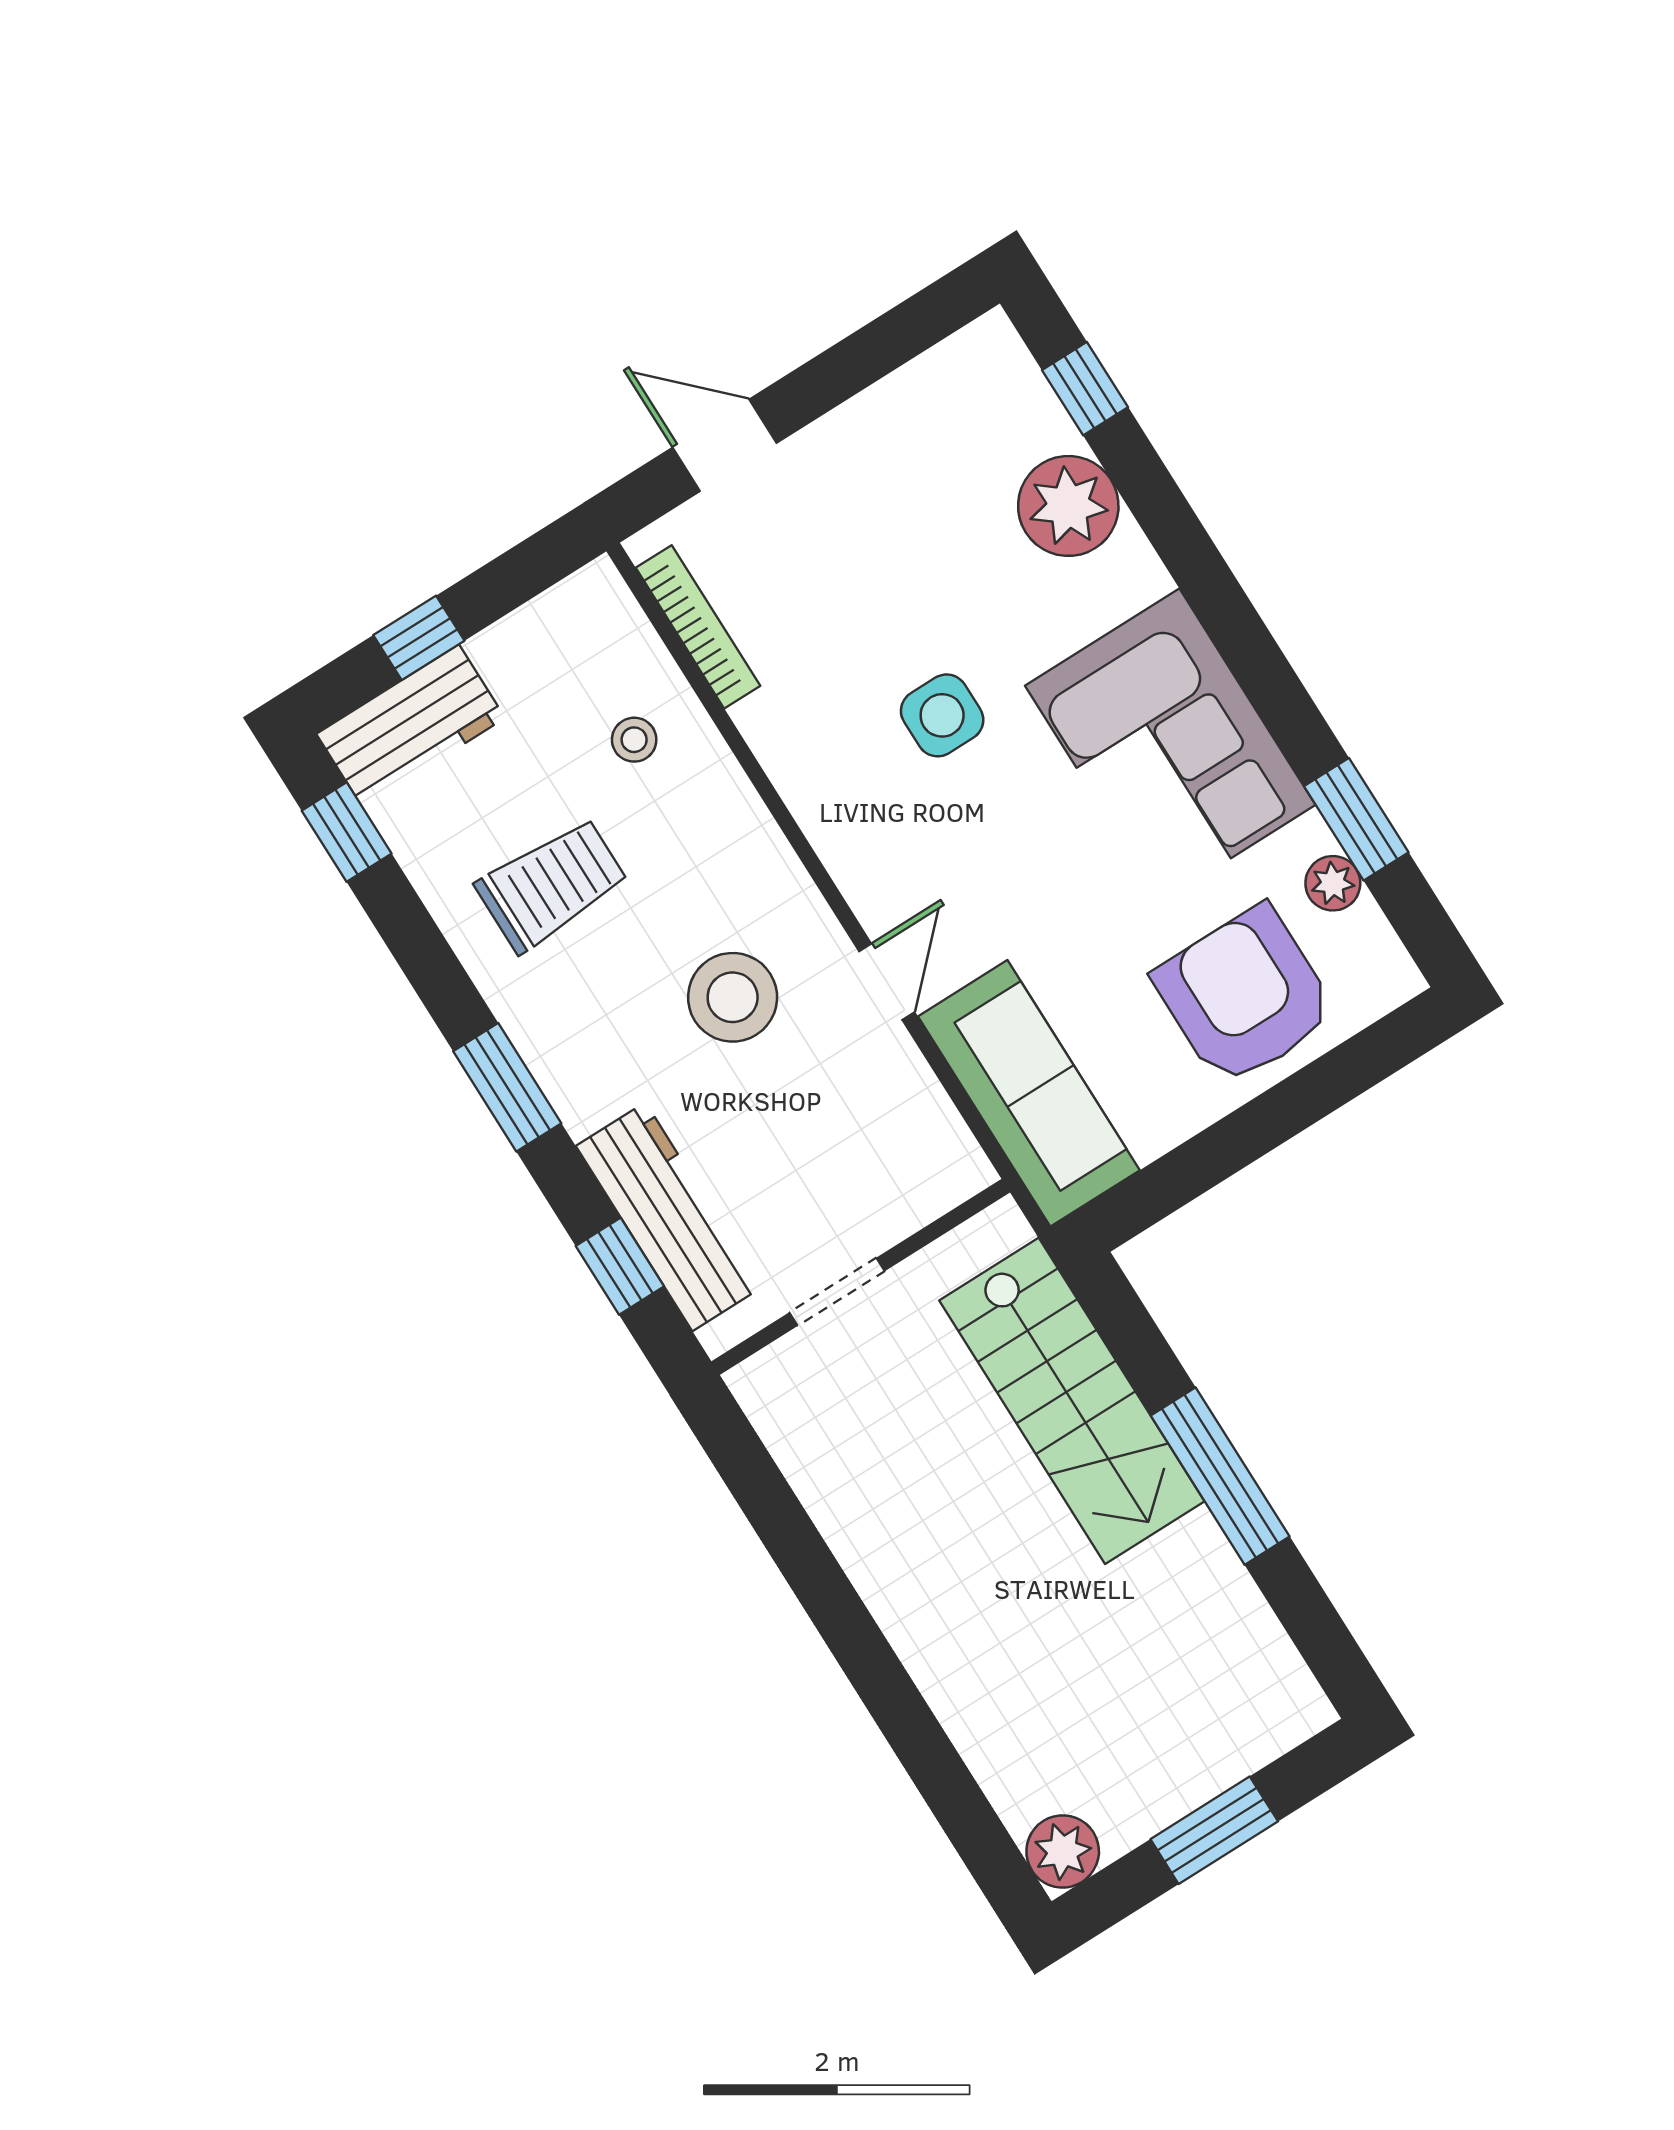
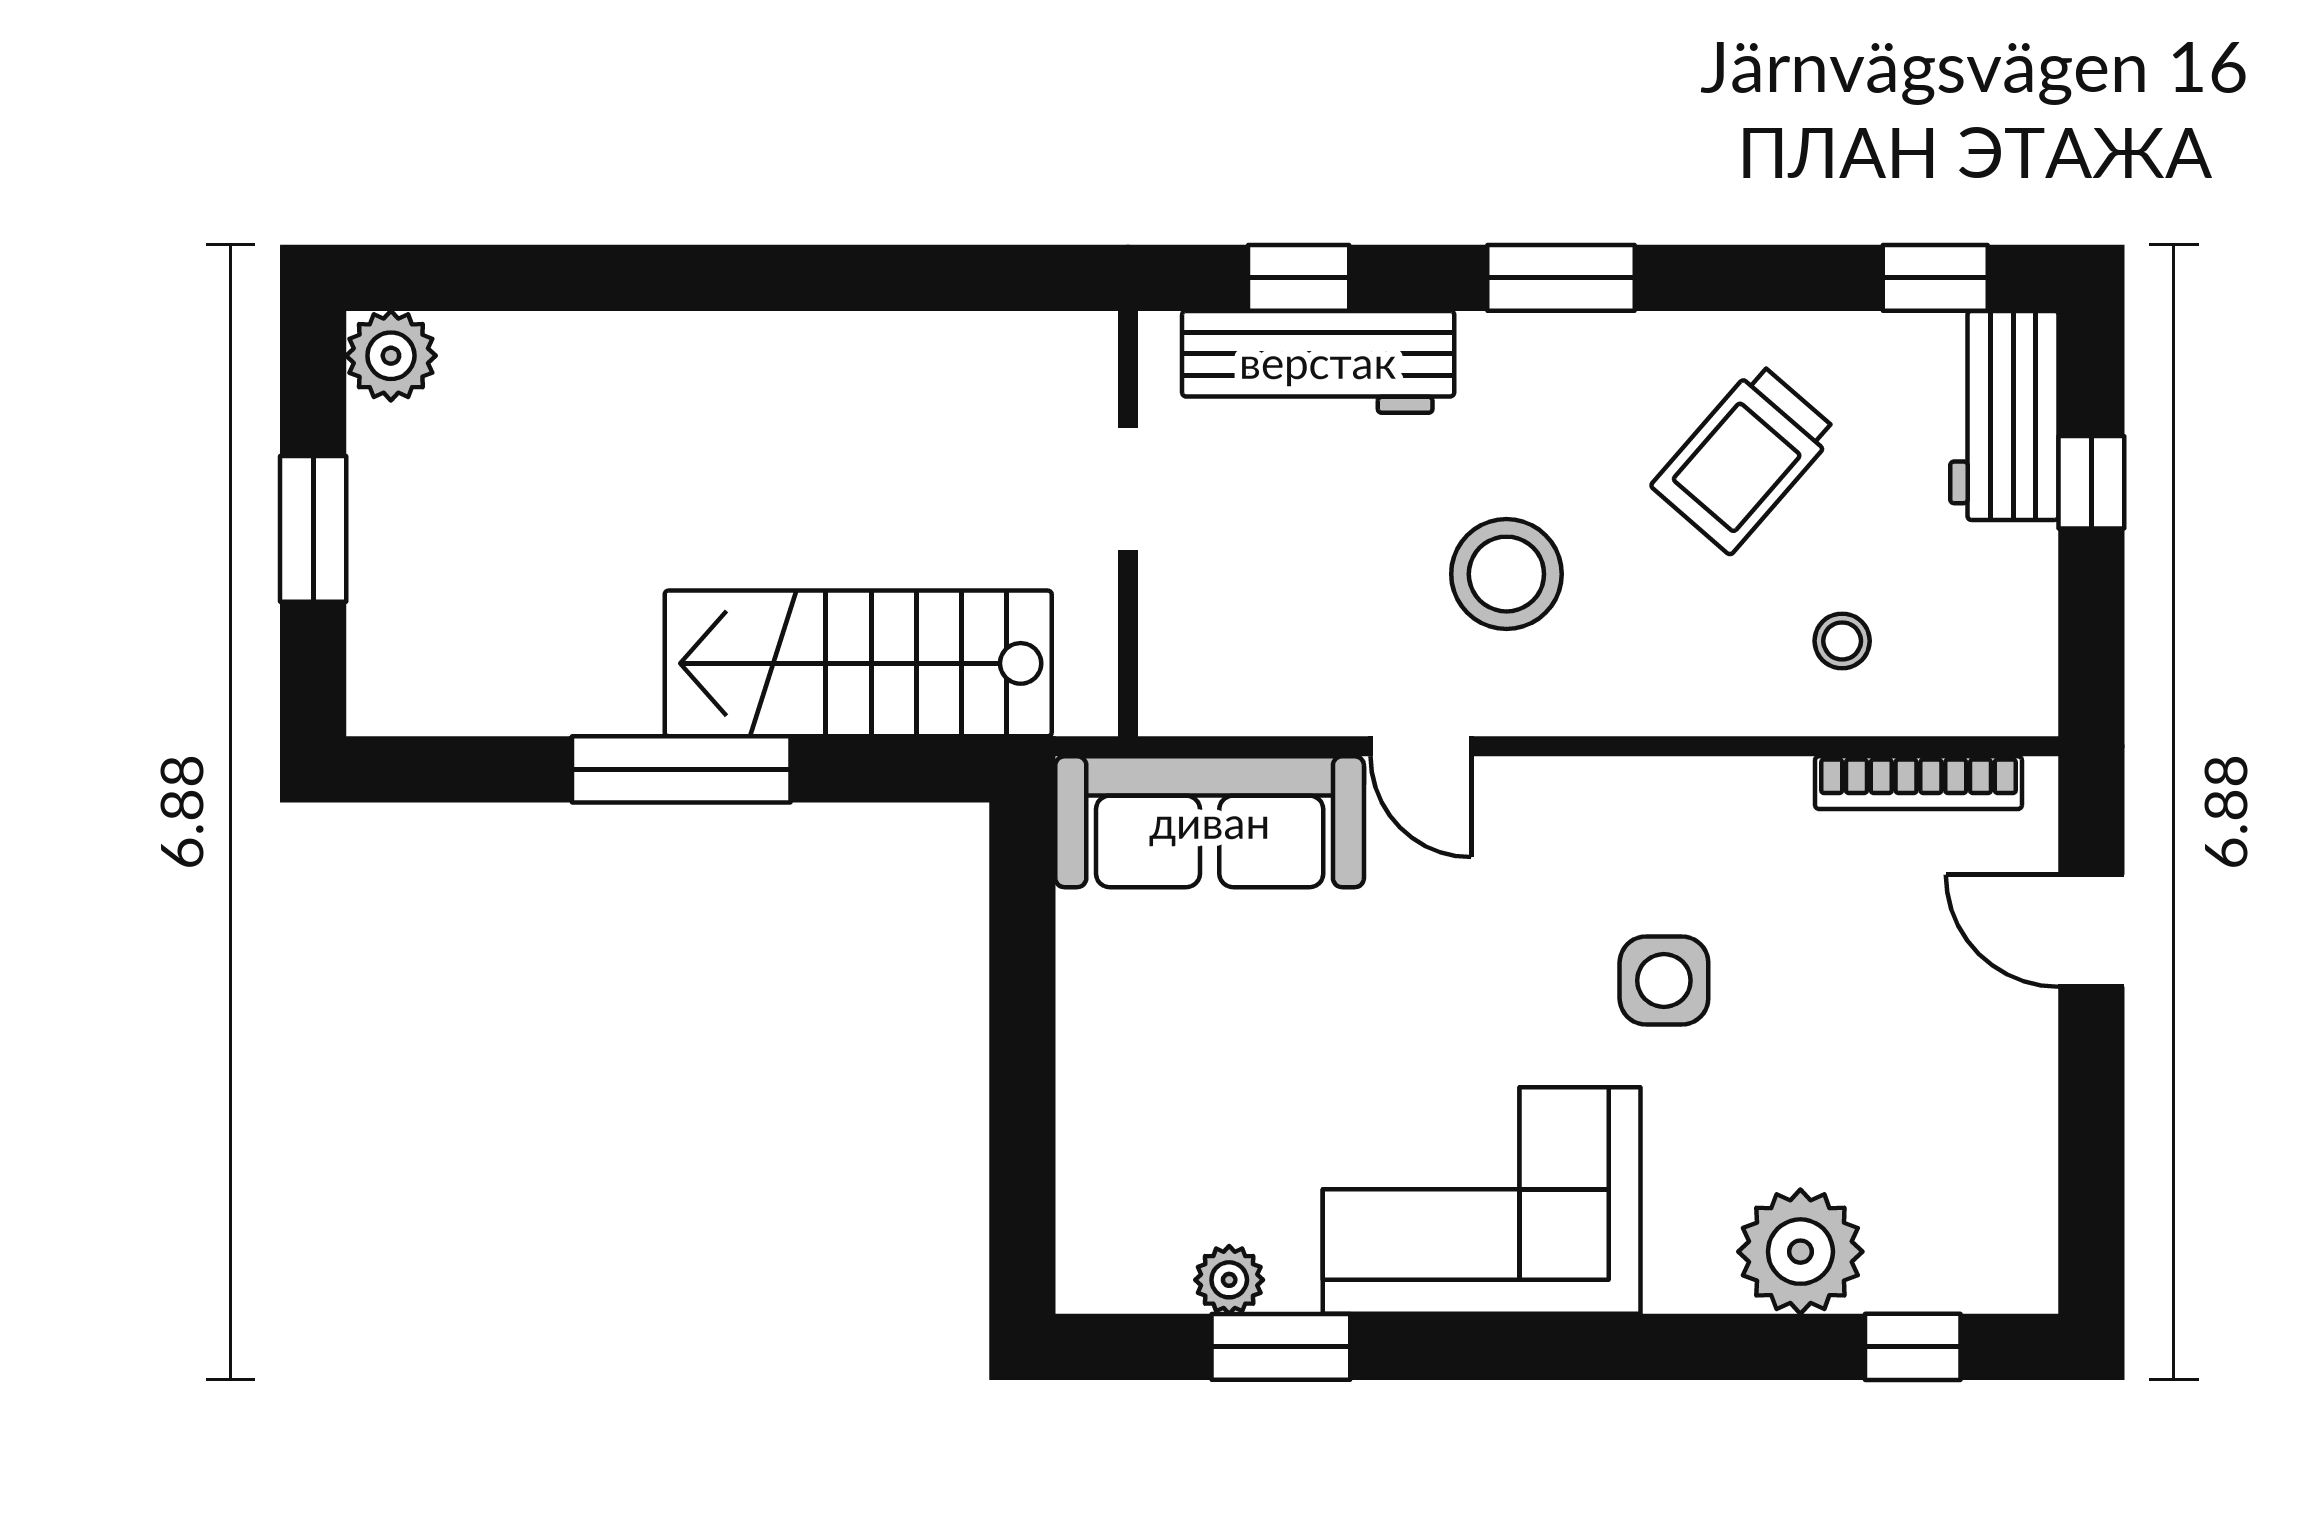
door: (725, 445) -> (2091, 931), swing flipped
trolley: (552, 885) -> (1744, 459), turned 41
armchair: (1245, 996) -> (1169, 1113), removed

